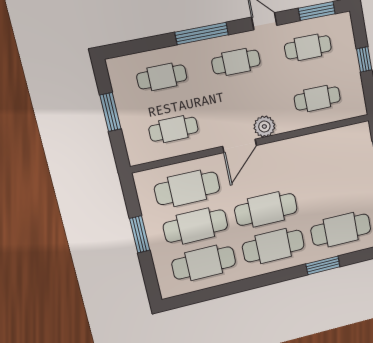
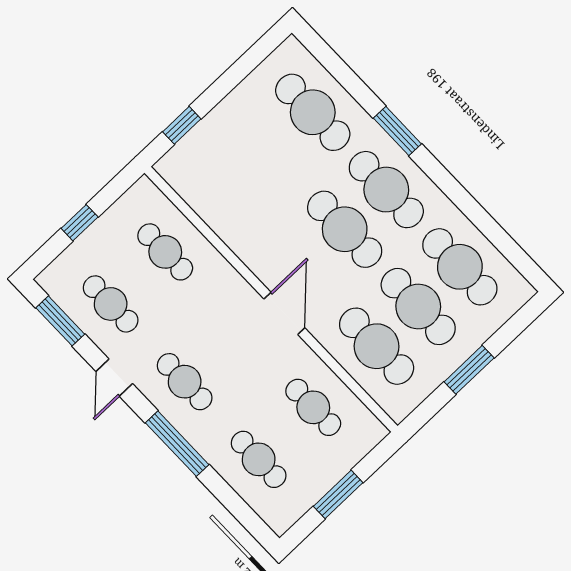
plant: (264, 126) -> (241, 297), removed
door: (240, 146) -> (284, 313), hinge flipped
window: (323, 265) -> (397, 131), moved

